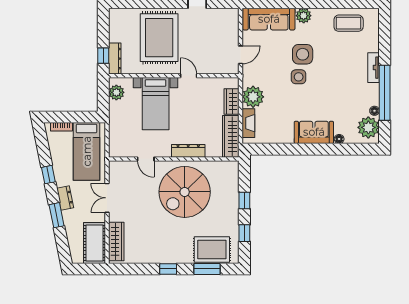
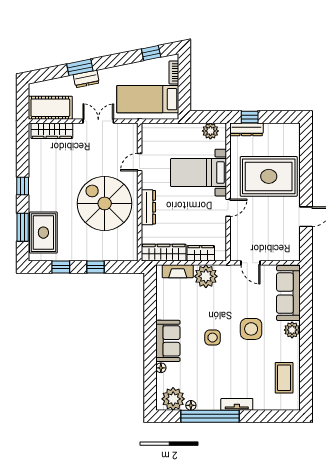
side table: (299, 77) -> (213, 338), moved
window: (48, 175) -> (151, 53), moved
dresser: (65, 198) -> (86, 79), moved

